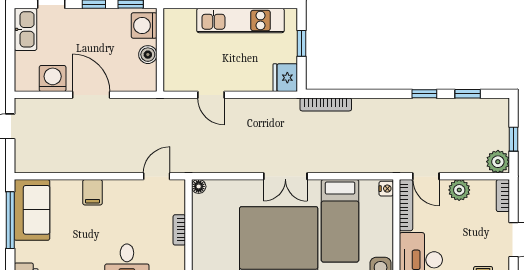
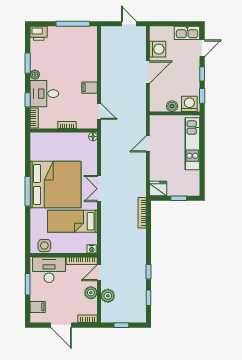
kitchen unit: (240, 20) -> (192, 144), moved
plant: (498, 162) -> (108, 296), moved
filing cabinet: (93, 192) -> (90, 88), moved
sofa: (32, 210) -> (79, 37), removed

